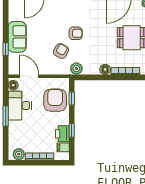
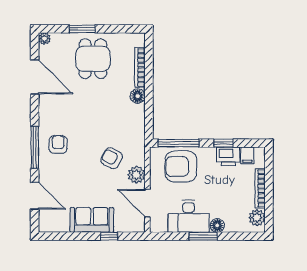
armchair: (76, 33) -> (58, 144), moved
plant: (76, 69) -> (136, 175), moved
door: (29, 76) -> (147, 203), hinge flipped
floor lamp: (13, 85) -> (217, 226), moved
window: (72, 99) -> (179, 143), width x2.17

